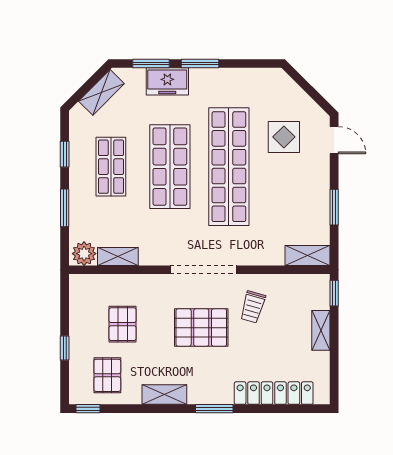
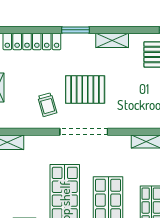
trolley: (253, 307) -> (47, 105), turned 148
pallet: (123, 324) -> (143, 92), removed

